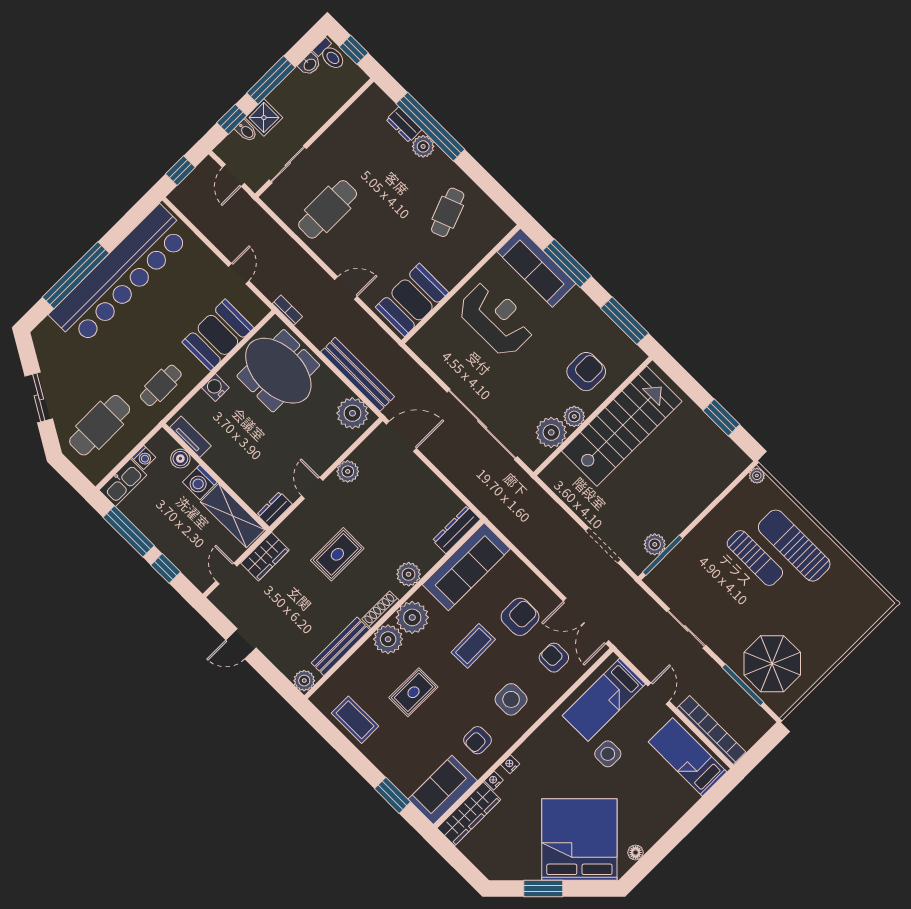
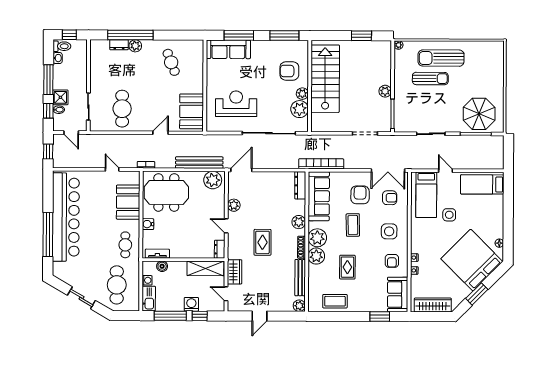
reception desk: (496, 319) -> (236, 104), moved
armchair: (586, 372) -> (289, 71), turned -90
washing machine: (200, 482) -> (191, 304), moved, turned 180
plant: (655, 544) -> (385, 91), moved
armchair: (554, 658) -> (390, 198), turned 180
bookcase: (711, 730) -> (321, 164), moved
wardrobe: (469, 814) -> (433, 305), moved, turned -90

